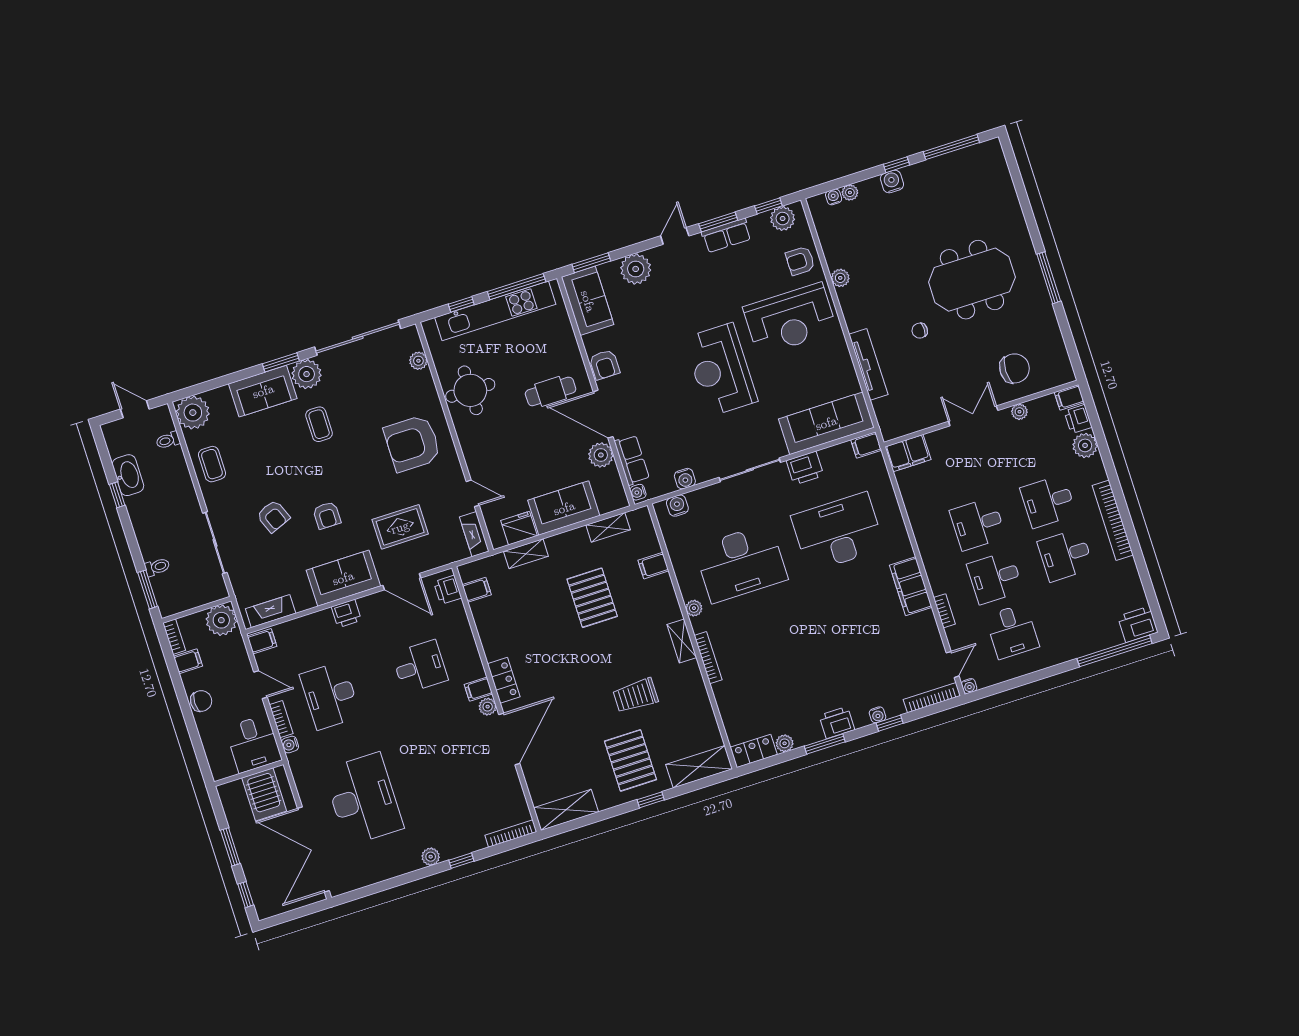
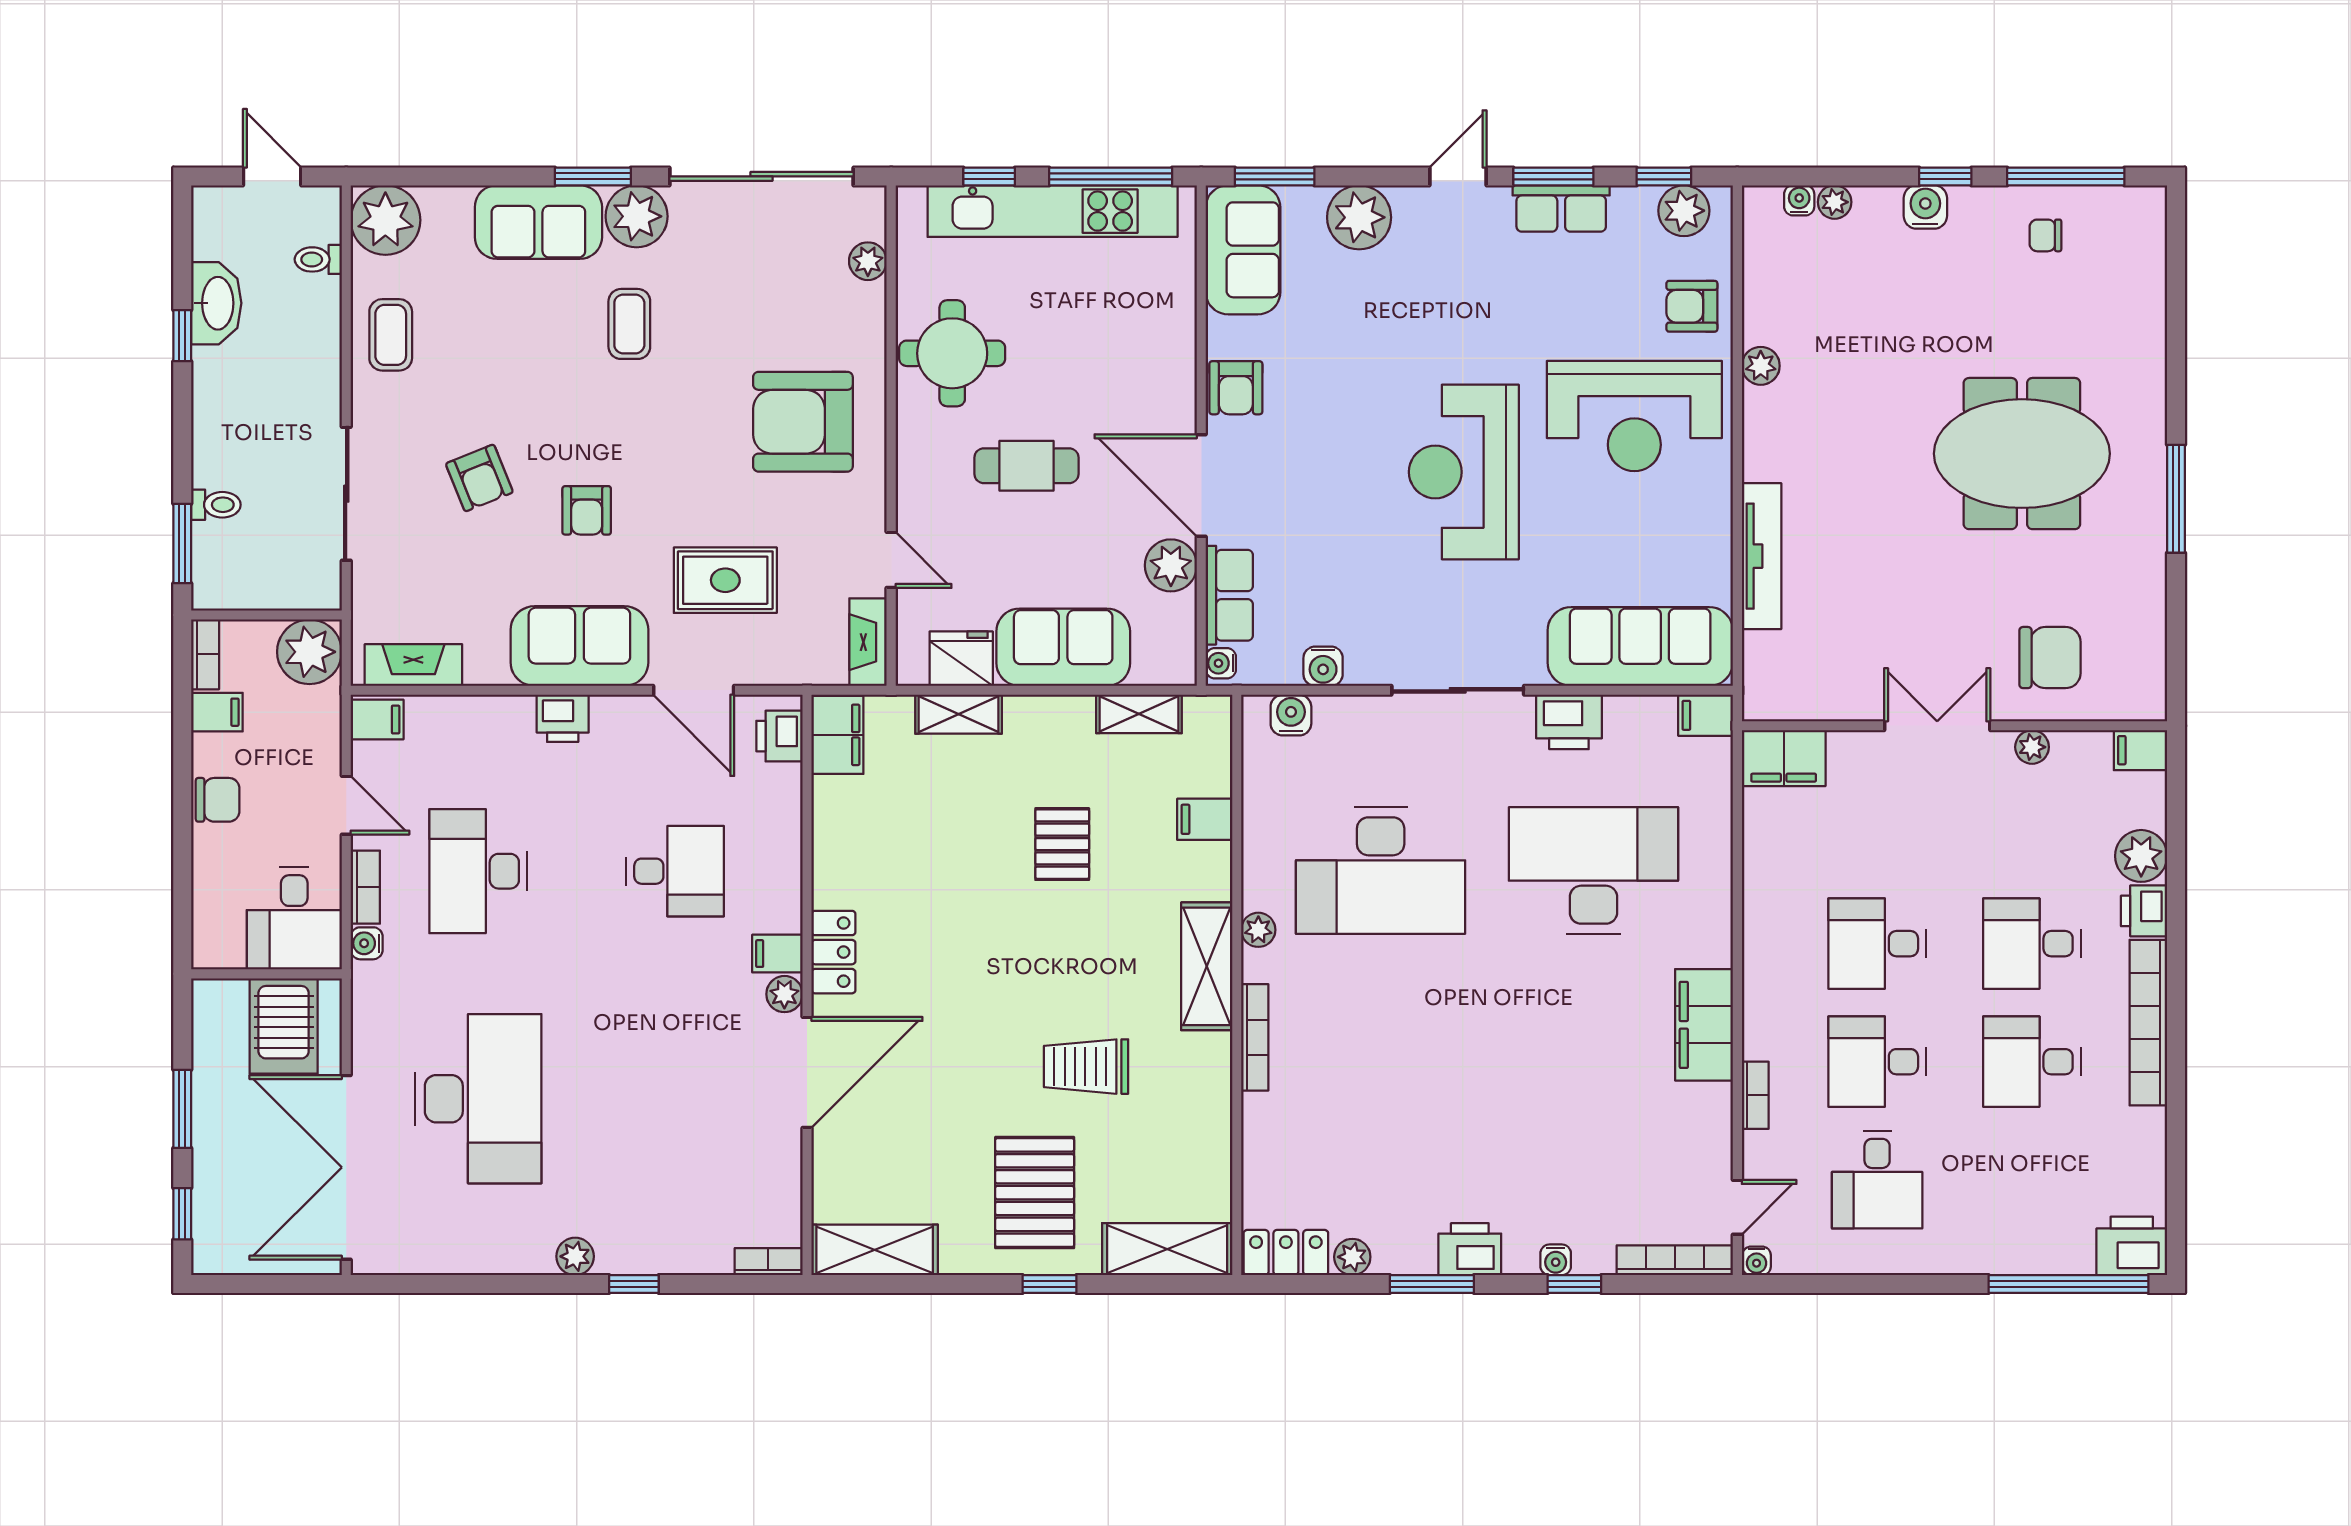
chair: (920, 331) -> (2045, 235), moved
cafe table: (551, 391) -> (1026, 466), moved
printer: (1078, 419) -> (2144, 911), moved
filing cabinet: (477, 590) -> (837, 735), width x2.00
pallet: (592, 598) -> (1062, 844), width x0.67, depth x0.71
shelving: (682, 641) -> (1207, 966), width x1.50, depth x1.33
bookcase: (511, 834) -> (768, 1262), width x0.64

